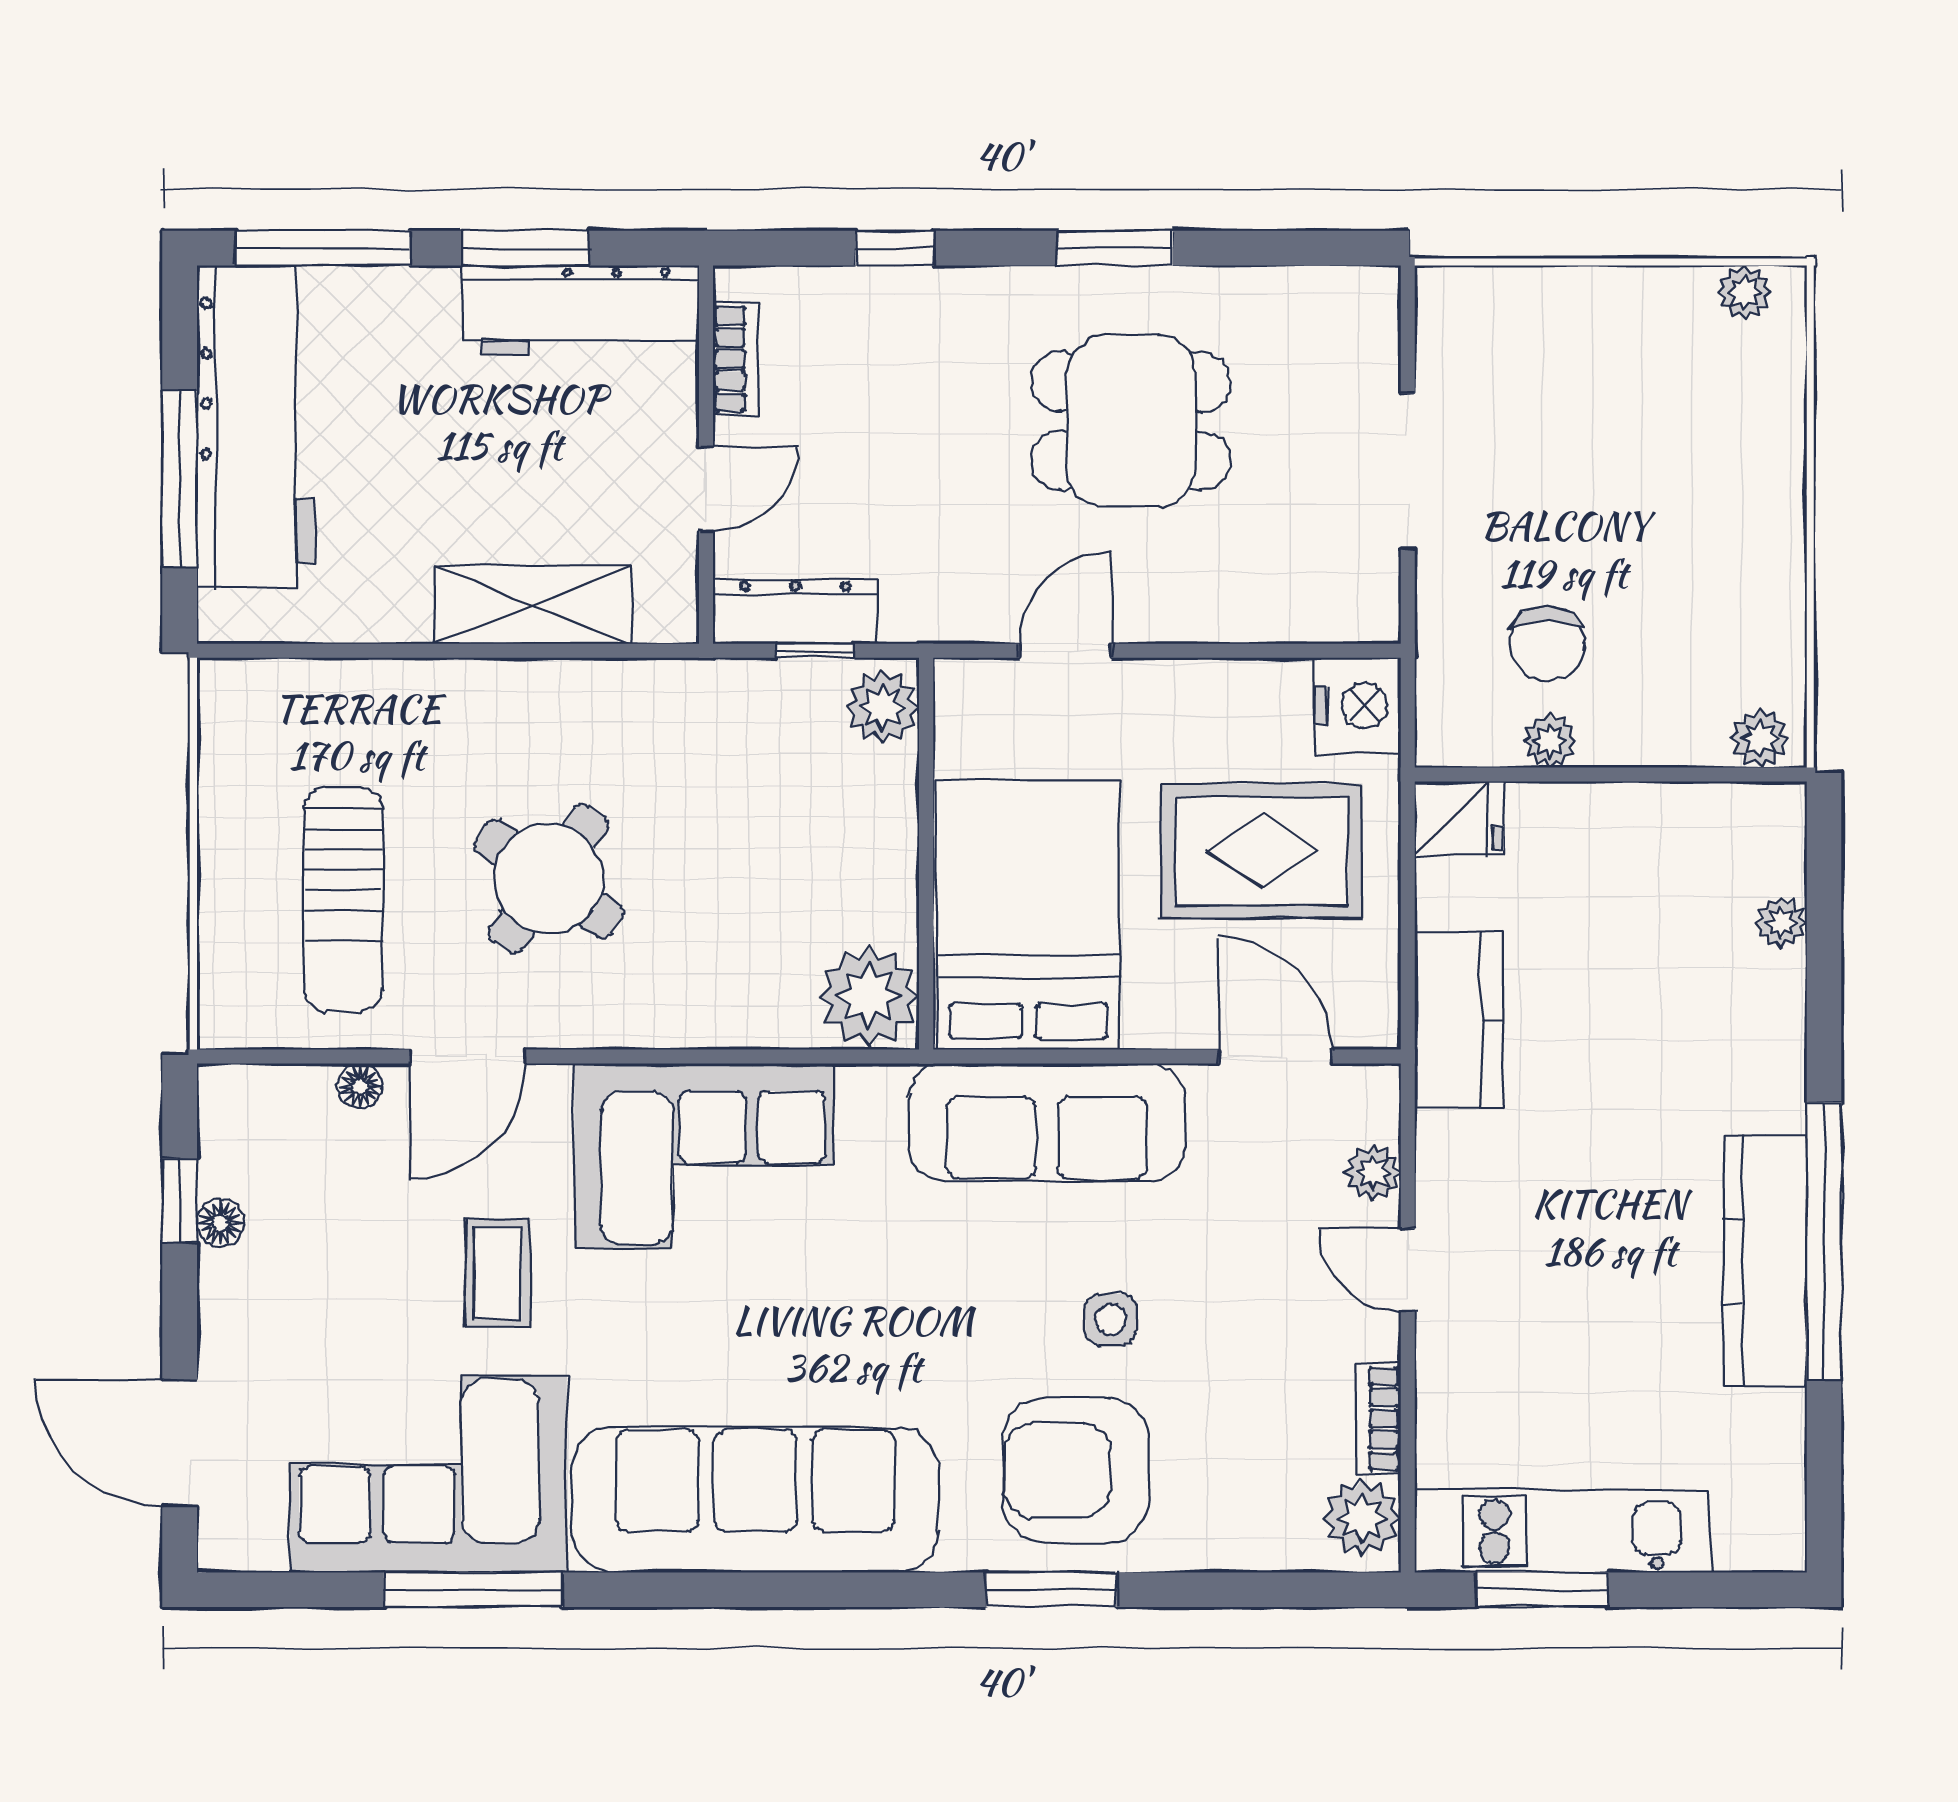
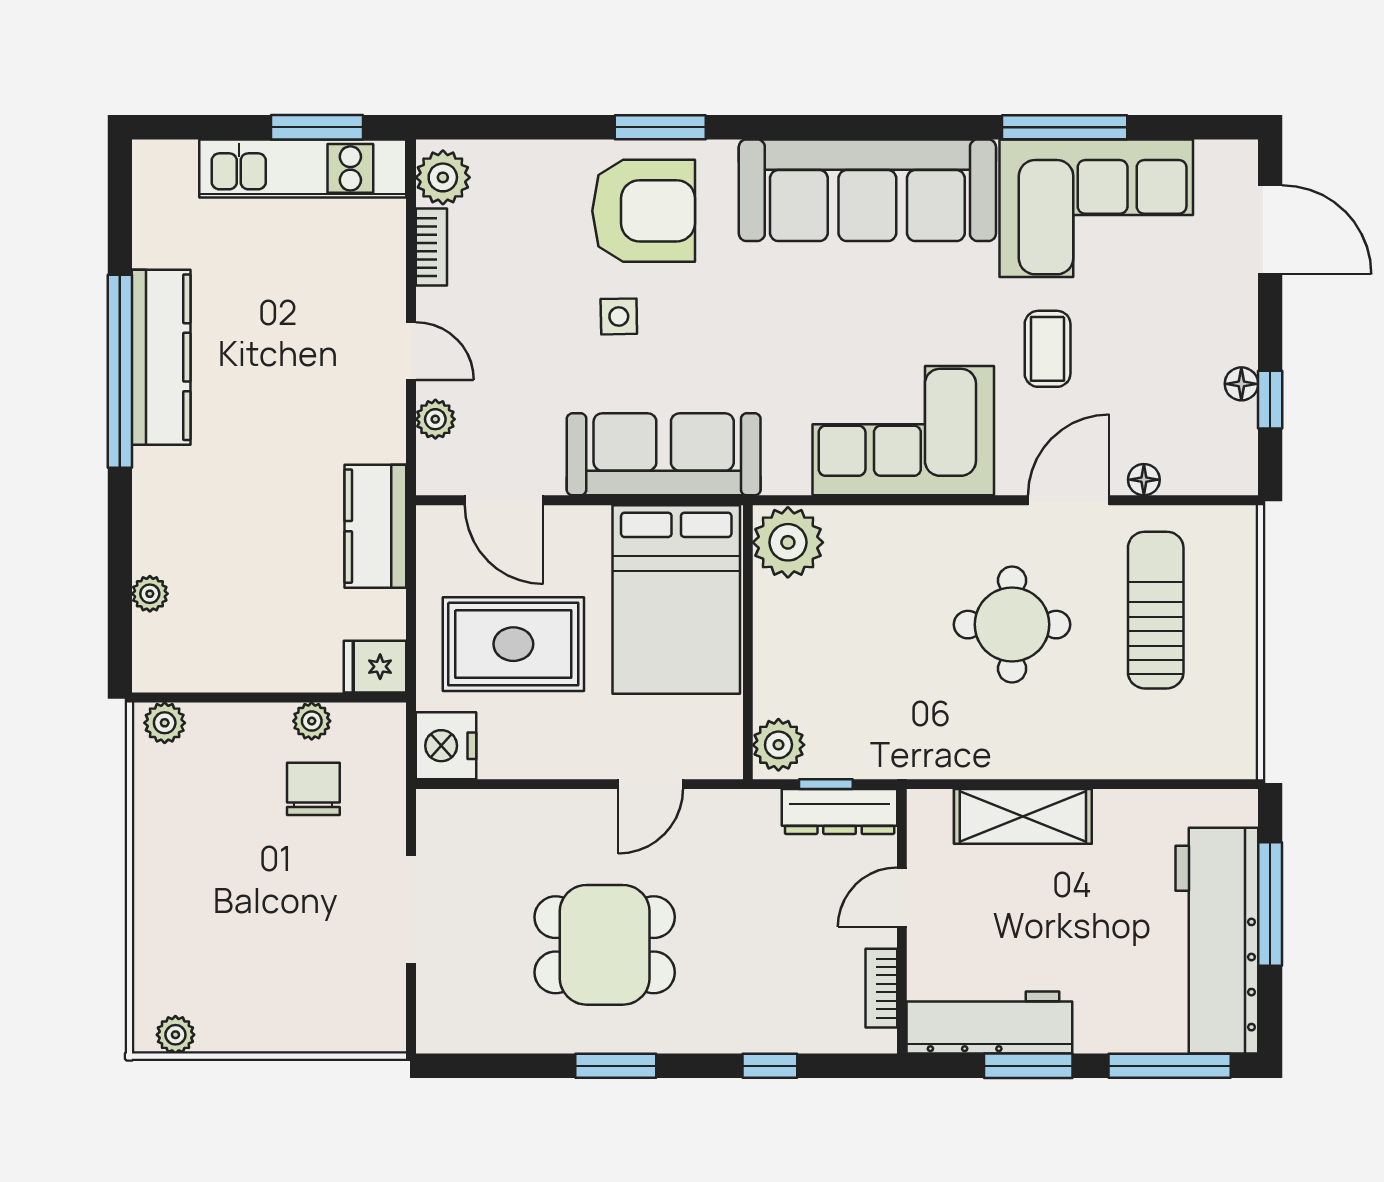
round table: (549, 879) -> (1012, 625), turned -35

